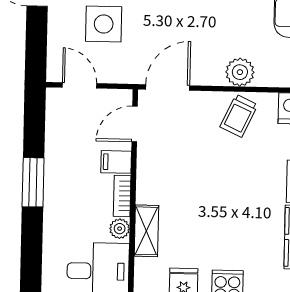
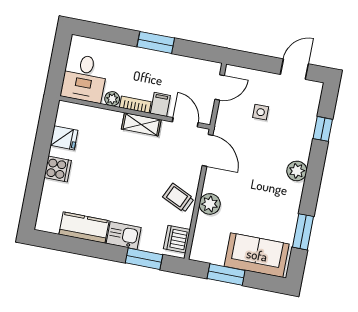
side table: (104, 24) -> (261, 112), width x0.54, depth x0.54
shelving: (146, 231) -> (141, 124), moved

